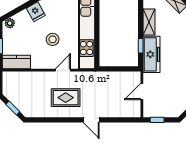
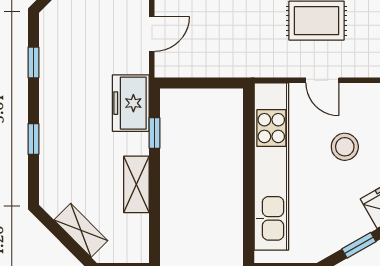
freezer: (151, 54) -> (131, 103), width x0.71
door: (63, 70) -> (322, 80), hinge flipped

